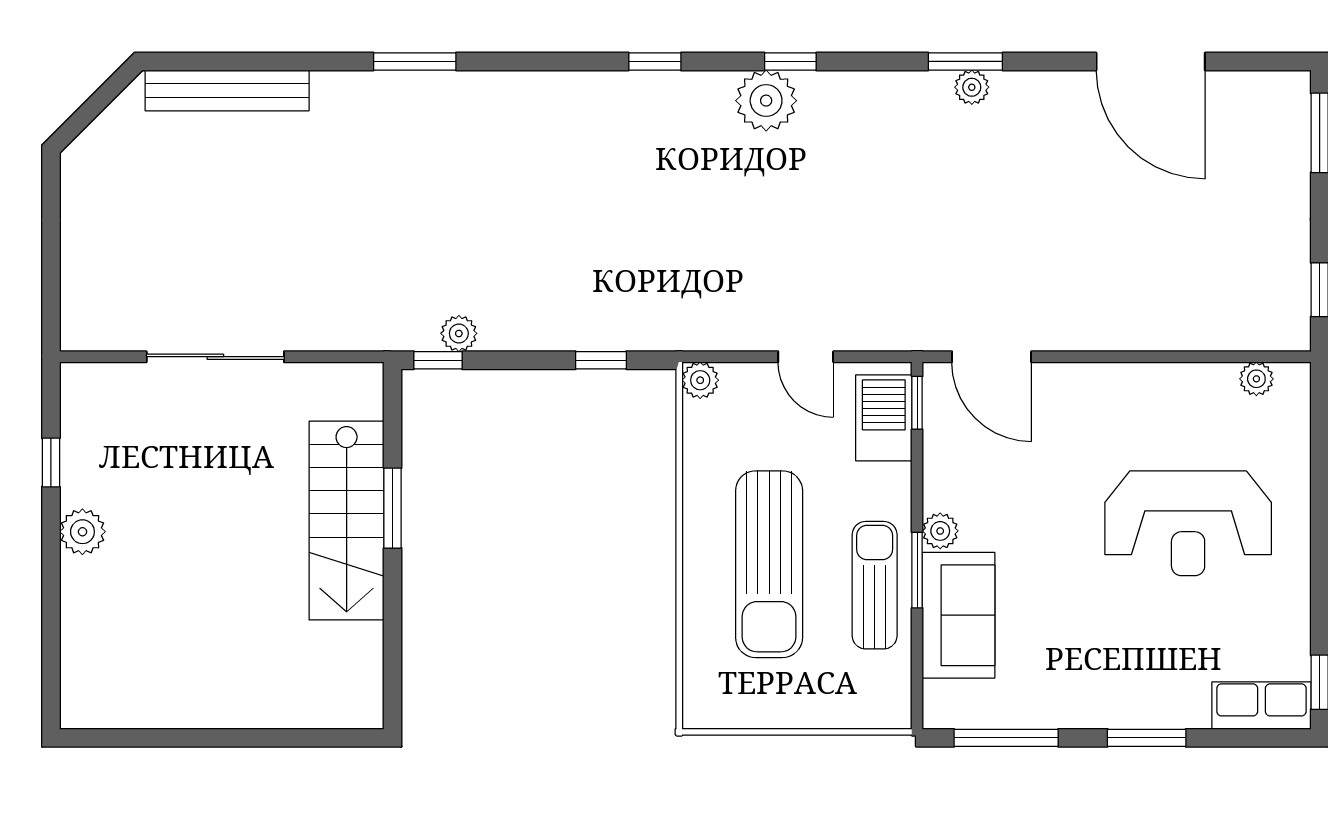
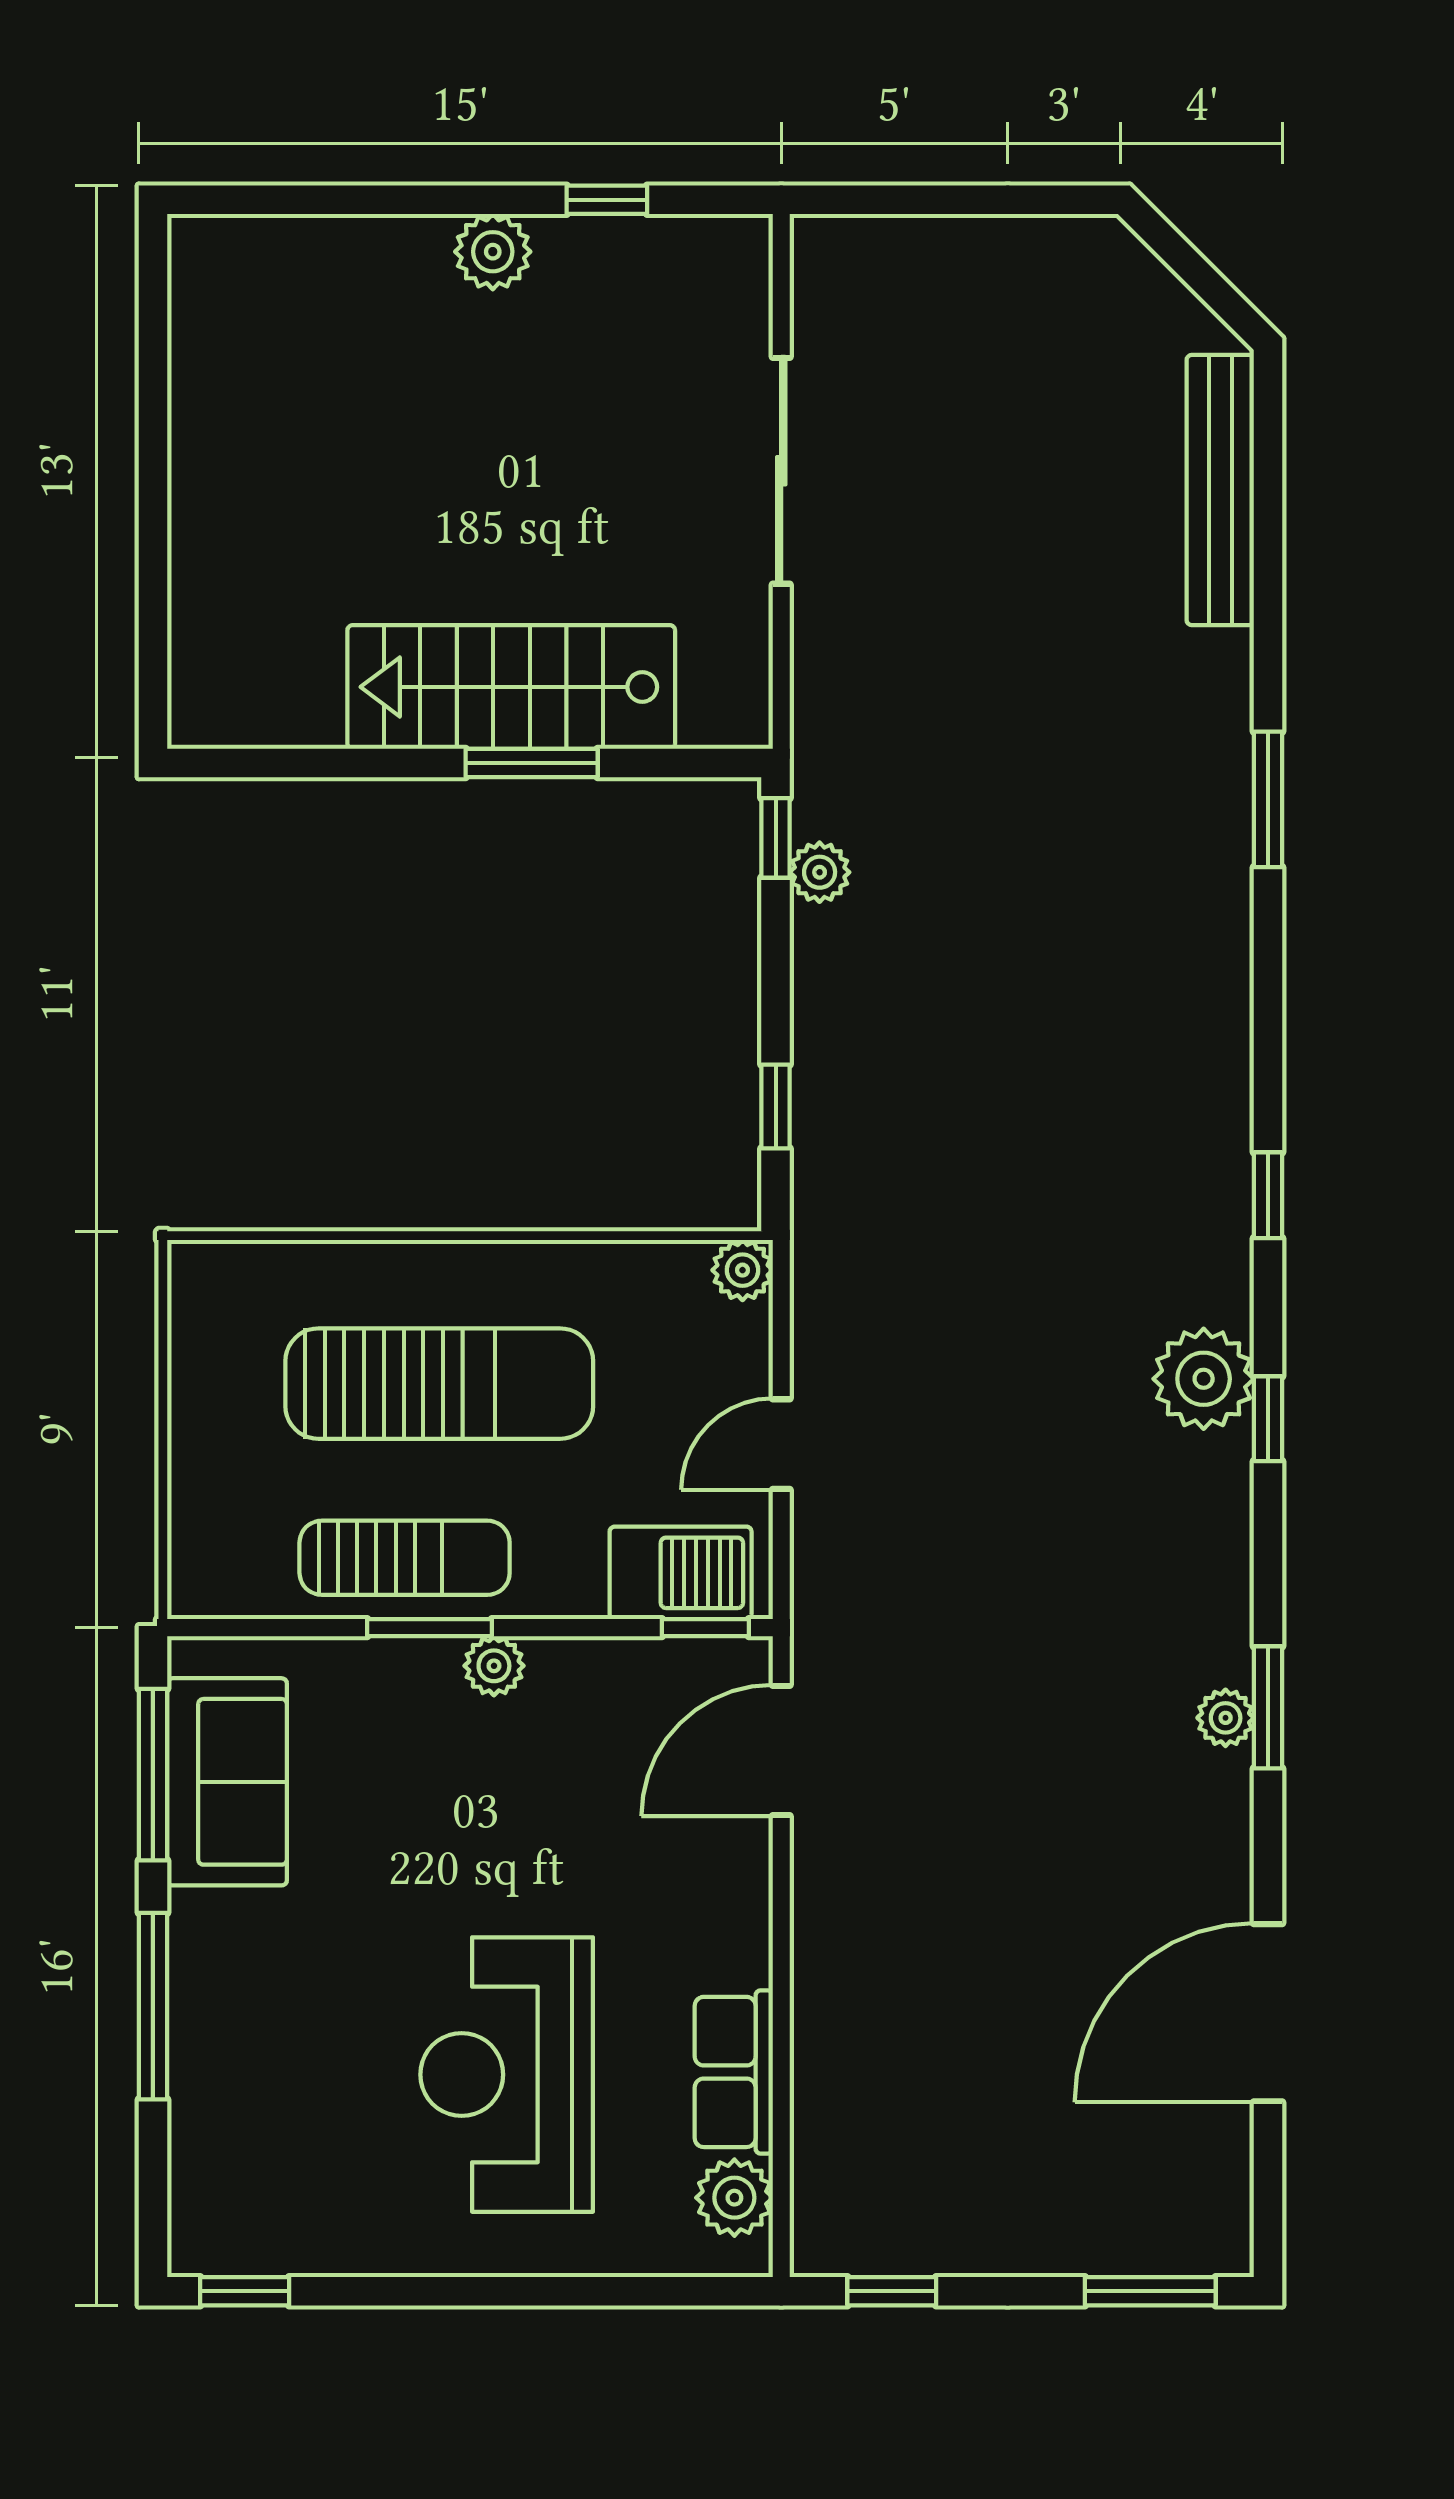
plant: (1256, 379) -> (734, 2198), width x1.38, depth x1.38
sun lounger: (769, 564) -> (439, 1384), turned 180
sofa: (959, 615) -> (227, 1782), moved, turned -90
row of seats: (1261, 706) -> (734, 2072), moved, turned 180
window: (1147, 738) -> (153, 2006), width x1.44

